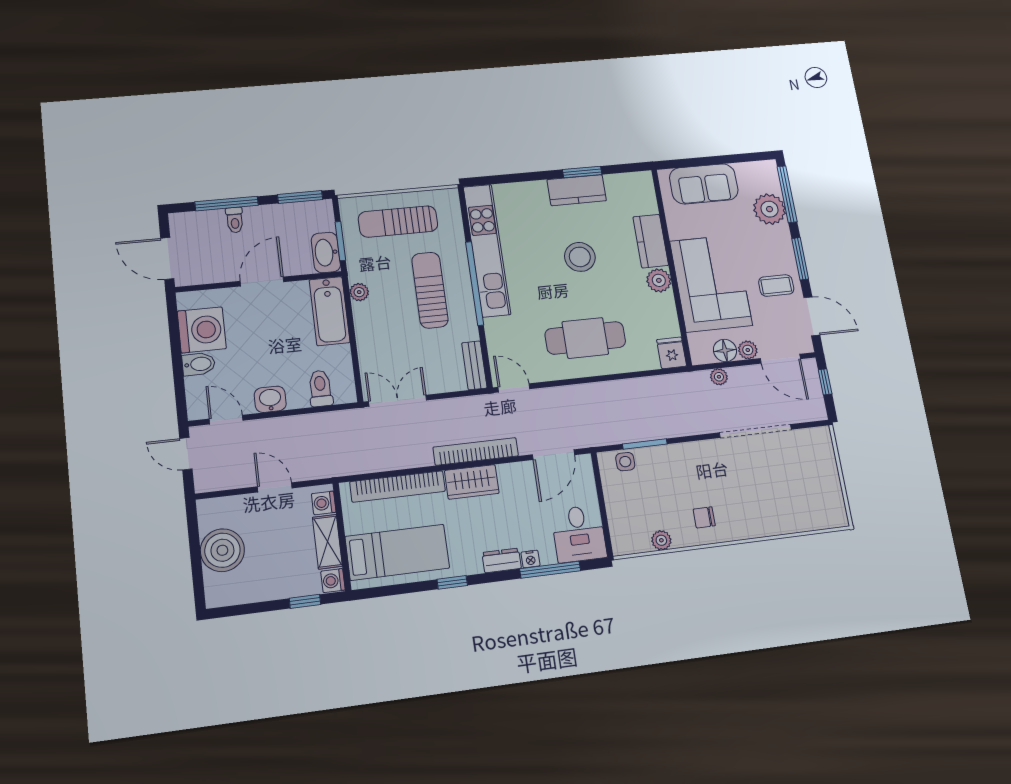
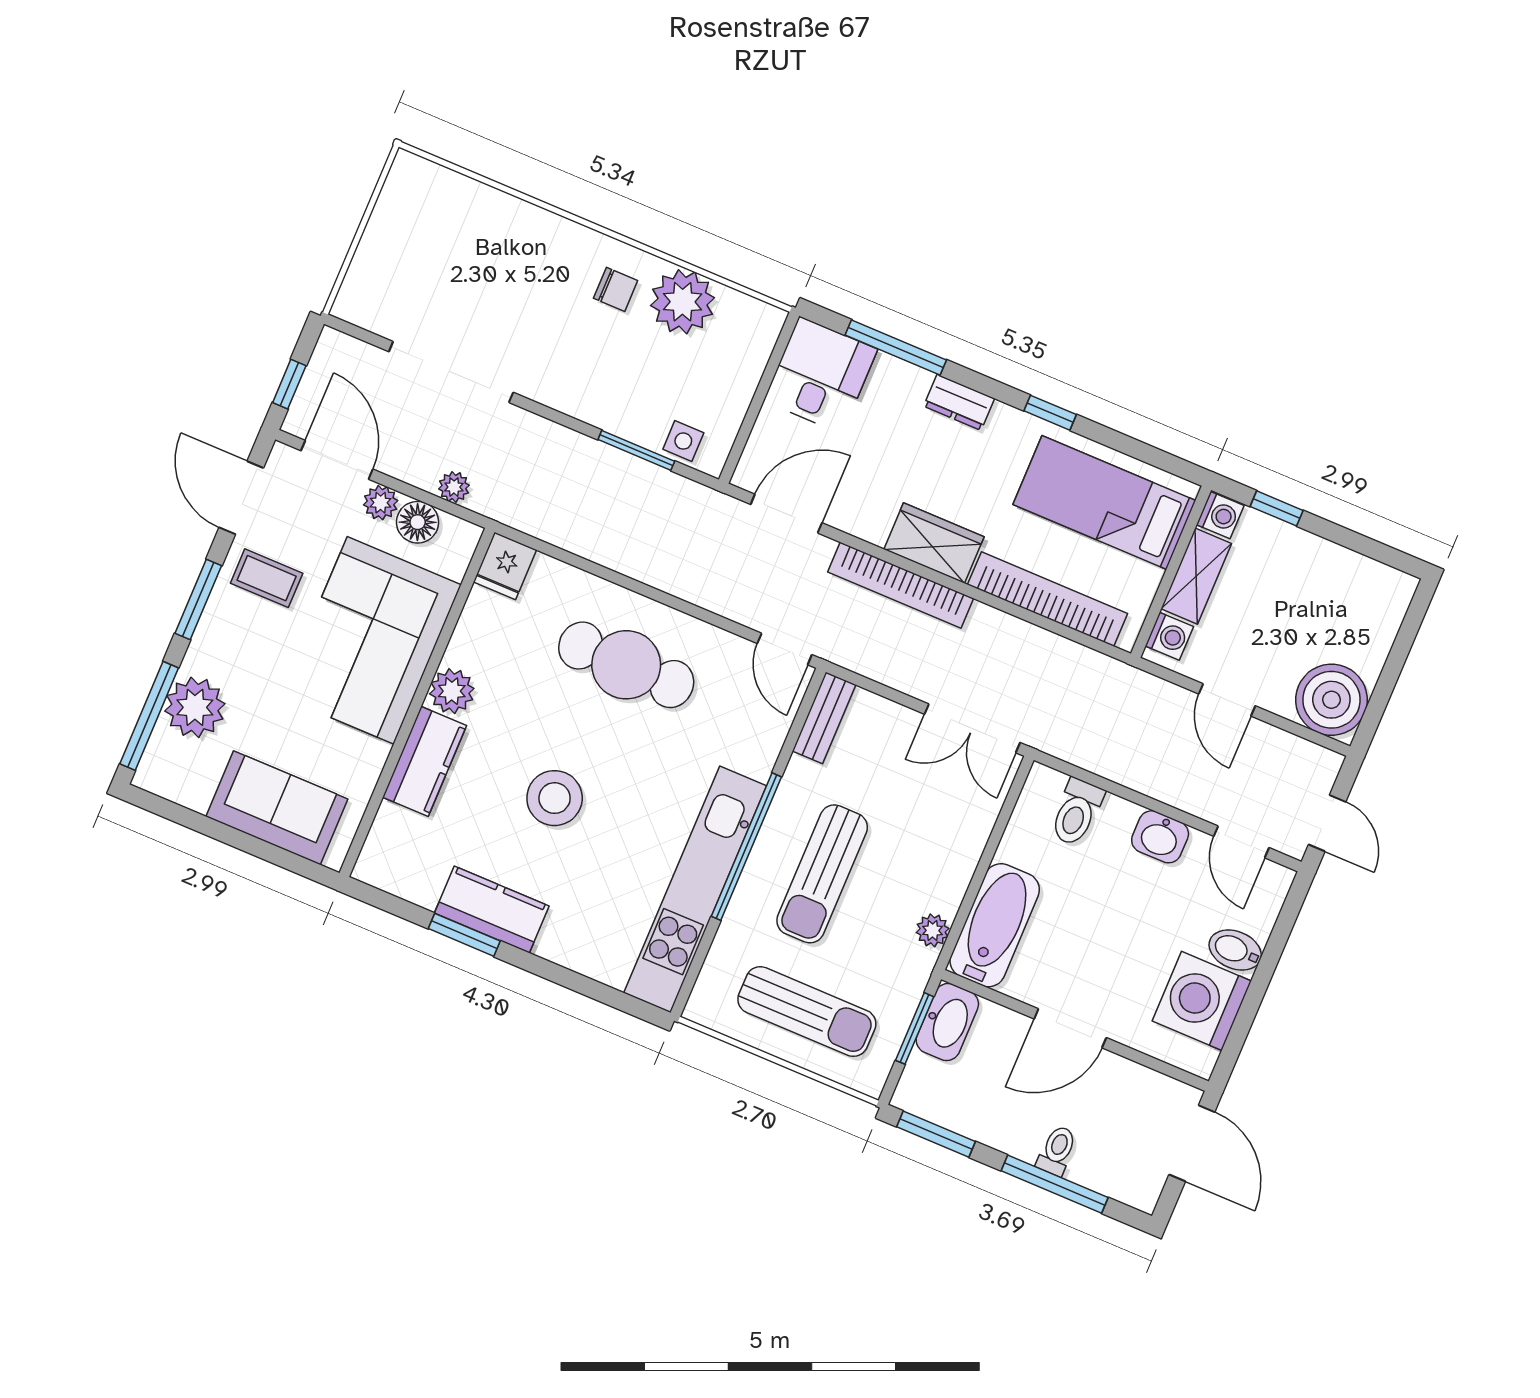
plant: (661, 540) -> (683, 302), width x1.88, depth x1.88
boiler: (222, 550) -> (1331, 700), moved
nightstand: (530, 559) -> (915, 380), removed

